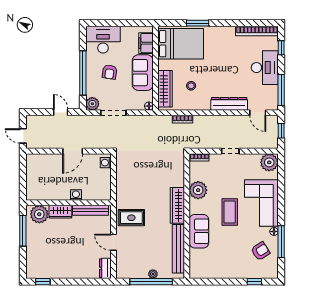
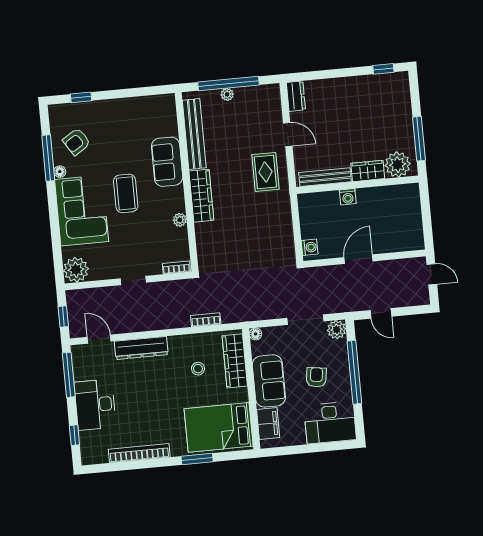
bookcase: (257, 31) -> (139, 453), moved
plant: (198, 190) -> (180, 220), width x0.53, depth x0.53
rug: (131, 218) -> (265, 172), turned 90

